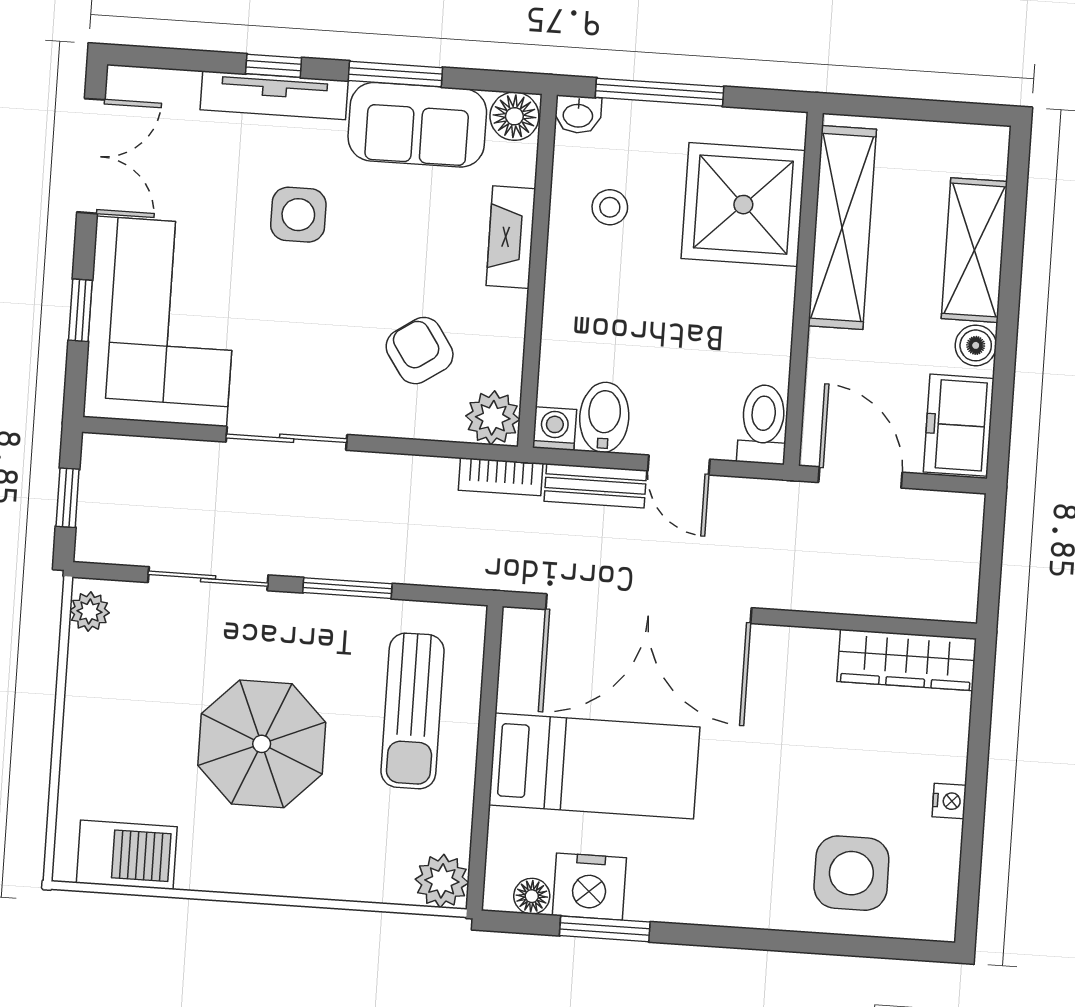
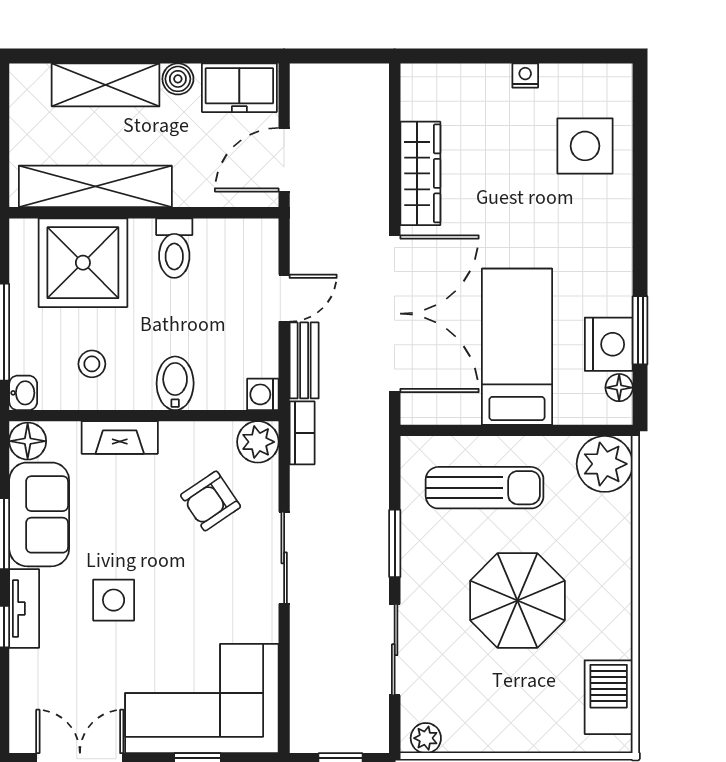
tv unit: (274, 95) -> (24, 609), width x0.71
bidet: (604, 417) -> (175, 383), moved, turned 90
toilet: (763, 424) -> (174, 248), moved, turned -90
sliding door: (287, 438) -> (284, 558), moved
wardrobe: (907, 660) -> (420, 173), moved
plant: (442, 881) -> (605, 464), width x1.36, depth x1.36

